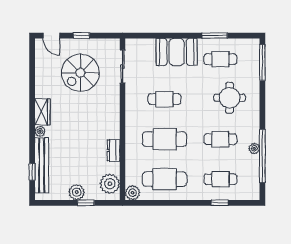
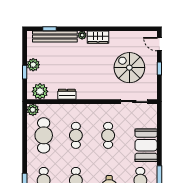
door: (51, 36) -> (159, 44), hinge flipped
cafe table: (164, 139) -> (76, 135), width x0.73, depth x0.74

